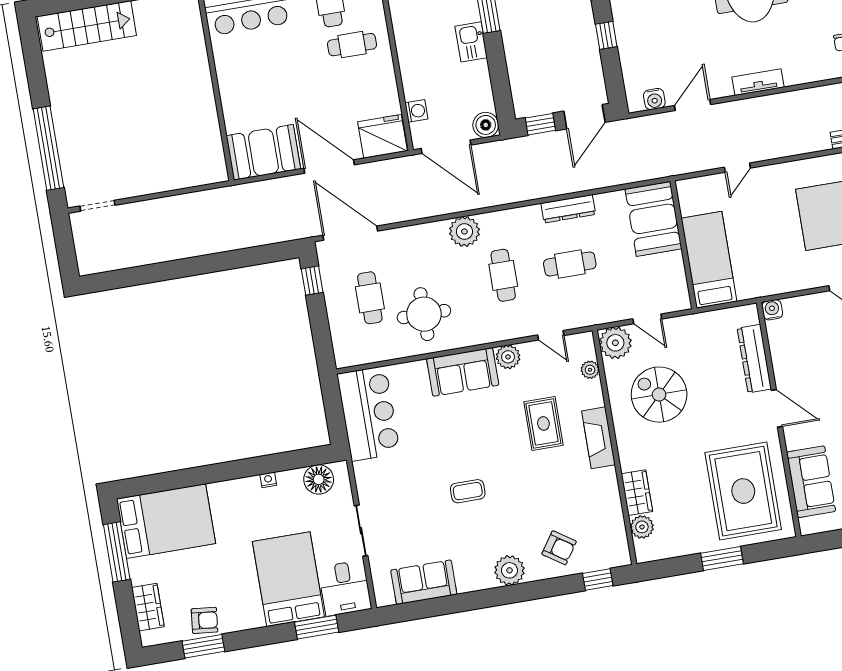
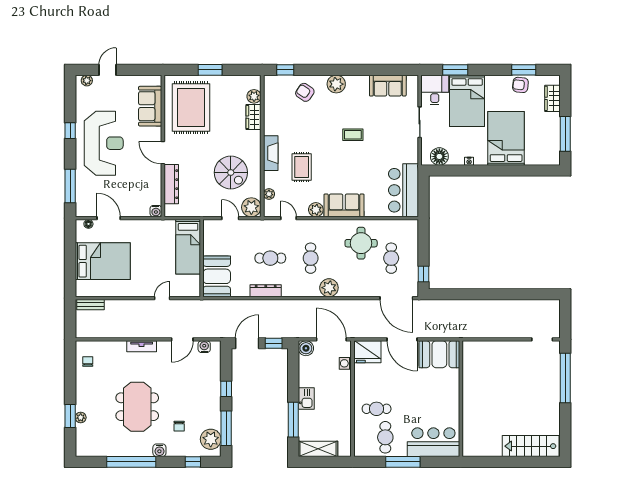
bed: (166, 521) -> (506, 138), moved, turned 90

